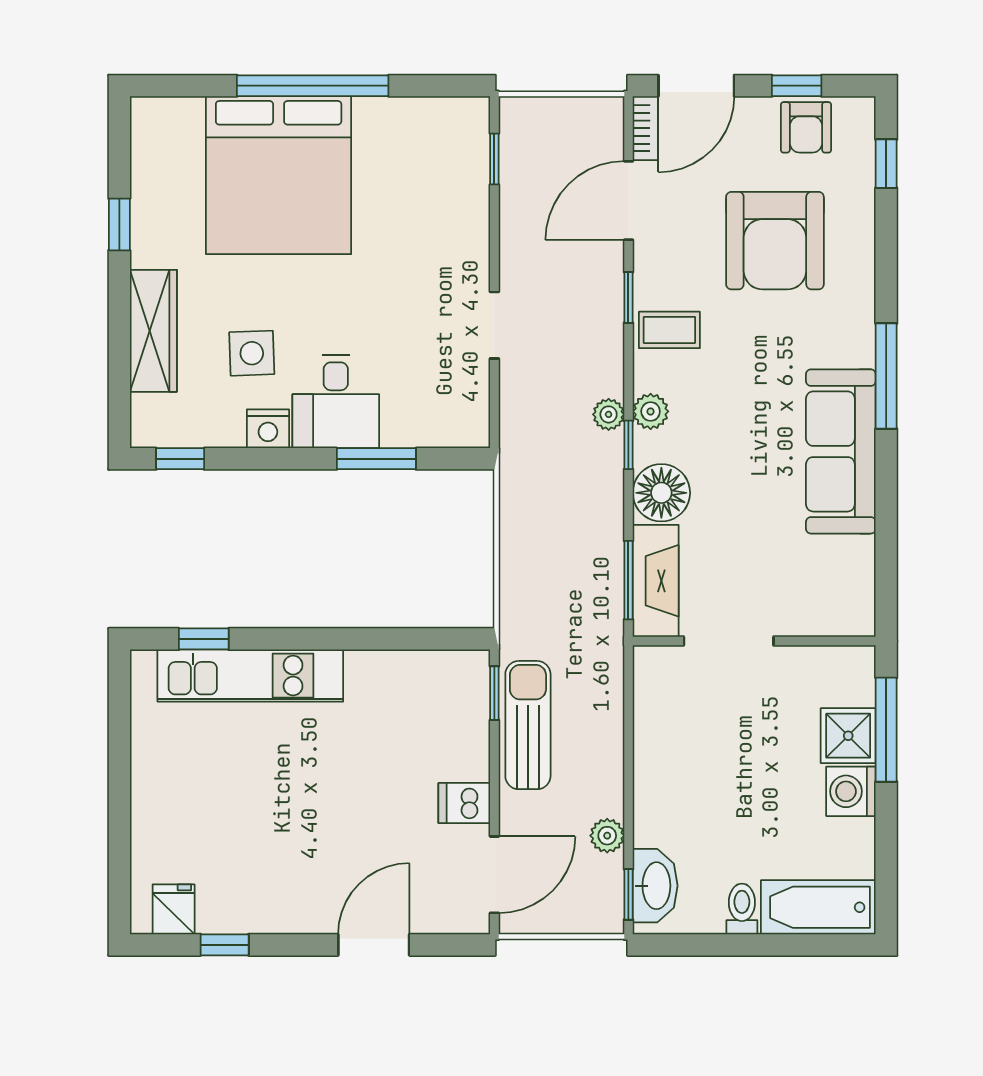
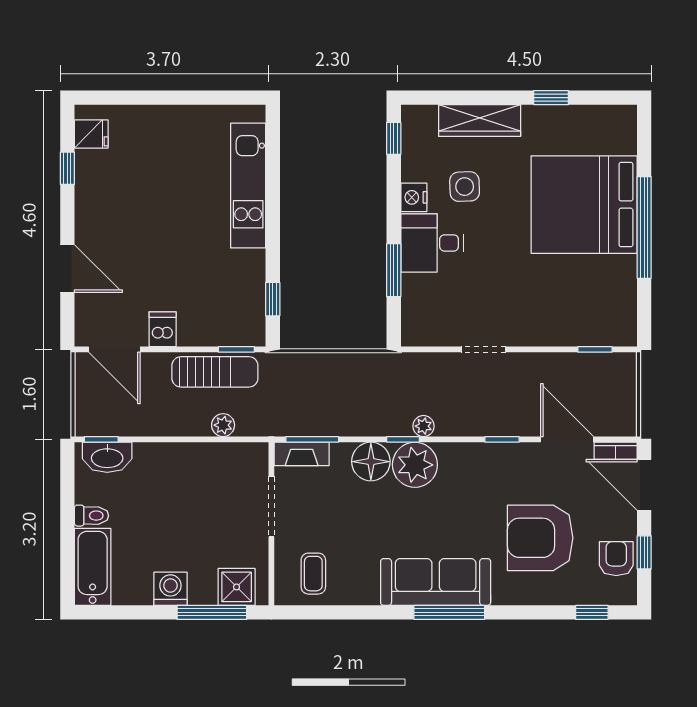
armchair: (806, 127) -> (616, 559), turned 90
coffee table: (669, 330) -> (313, 574), moved
plant: (651, 411) -> (415, 465), width x1.88, depth x1.88
sofa: (841, 451) -> (436, 582), moved
fireplace: (656, 581) -> (302, 454), width x0.73, depth x0.76
window: (204, 639) -> (273, 299), moved
shower: (848, 736) -> (237, 587), moved
plant: (607, 836) -> (223, 425), moved

